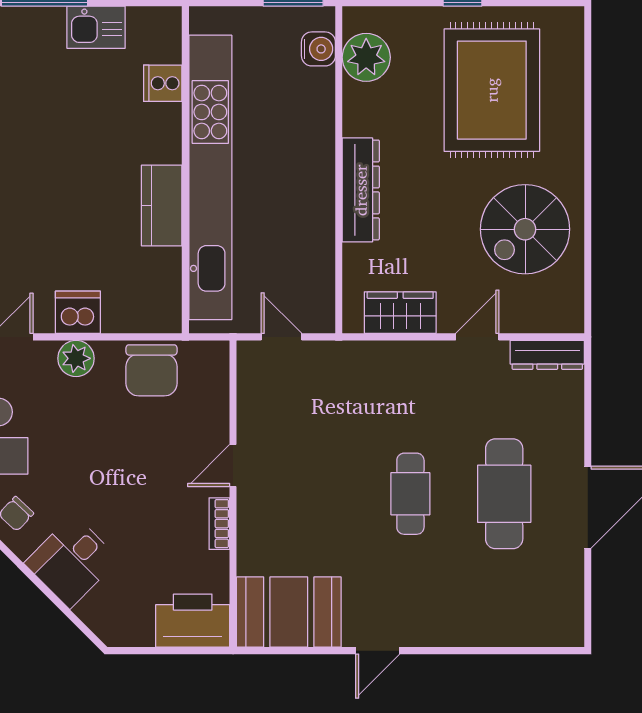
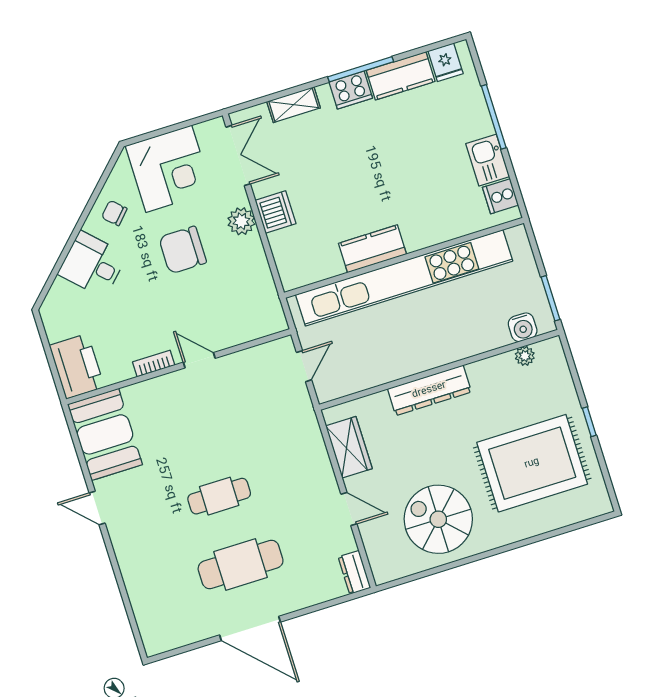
plant: (366, 57) -> (525, 356), width x0.53, depth x0.53
cooker: (163, 83) -> (500, 196), moved, turned -90
dresser: (547, 355) -> (354, 572), width x0.70
chair: (151, 370) -> (183, 250), moved

